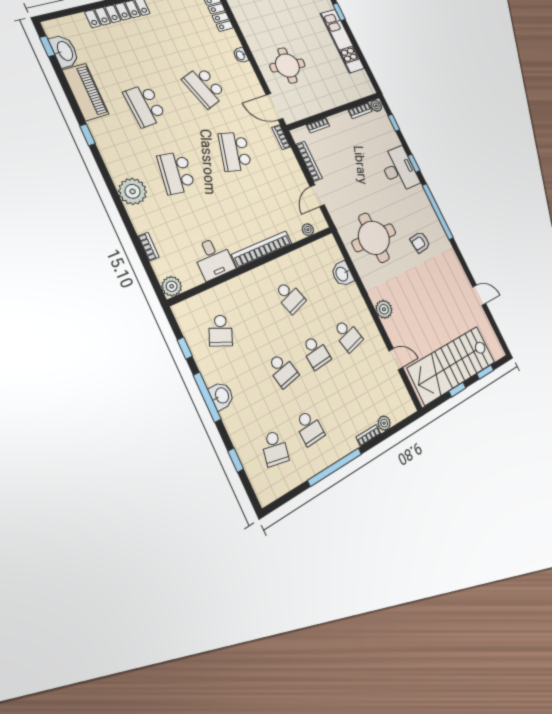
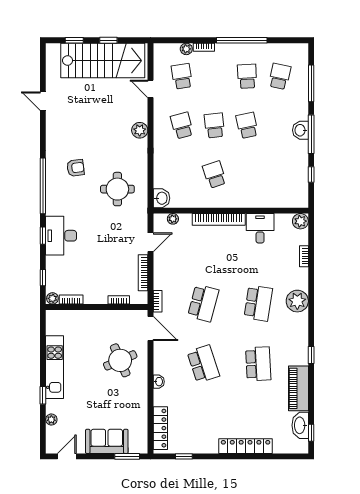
round table: (287, 65) -> (120, 360), turned -30
round table: (374, 238) -> (117, 189), width x0.73, depth x0.73
washbasin: (342, 274) -> (161, 198), moved
school desk: (221, 331) -> (182, 76), moved, turned -33
window: (236, 460) -> (311, 83), width x2.17

